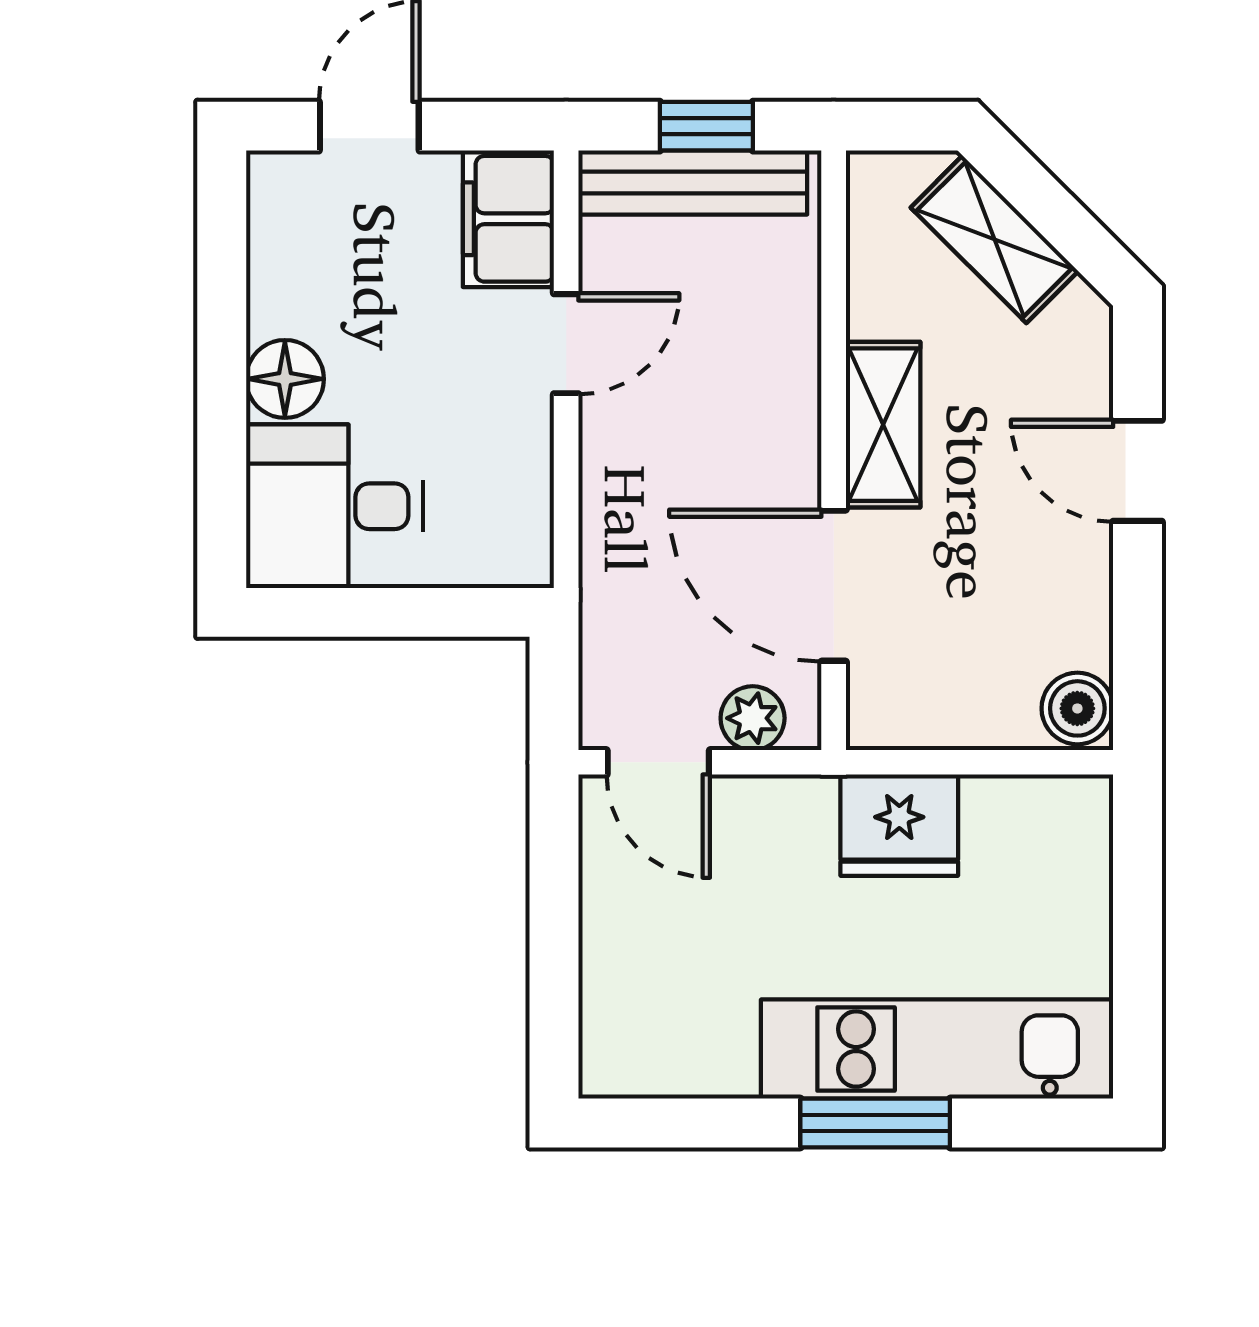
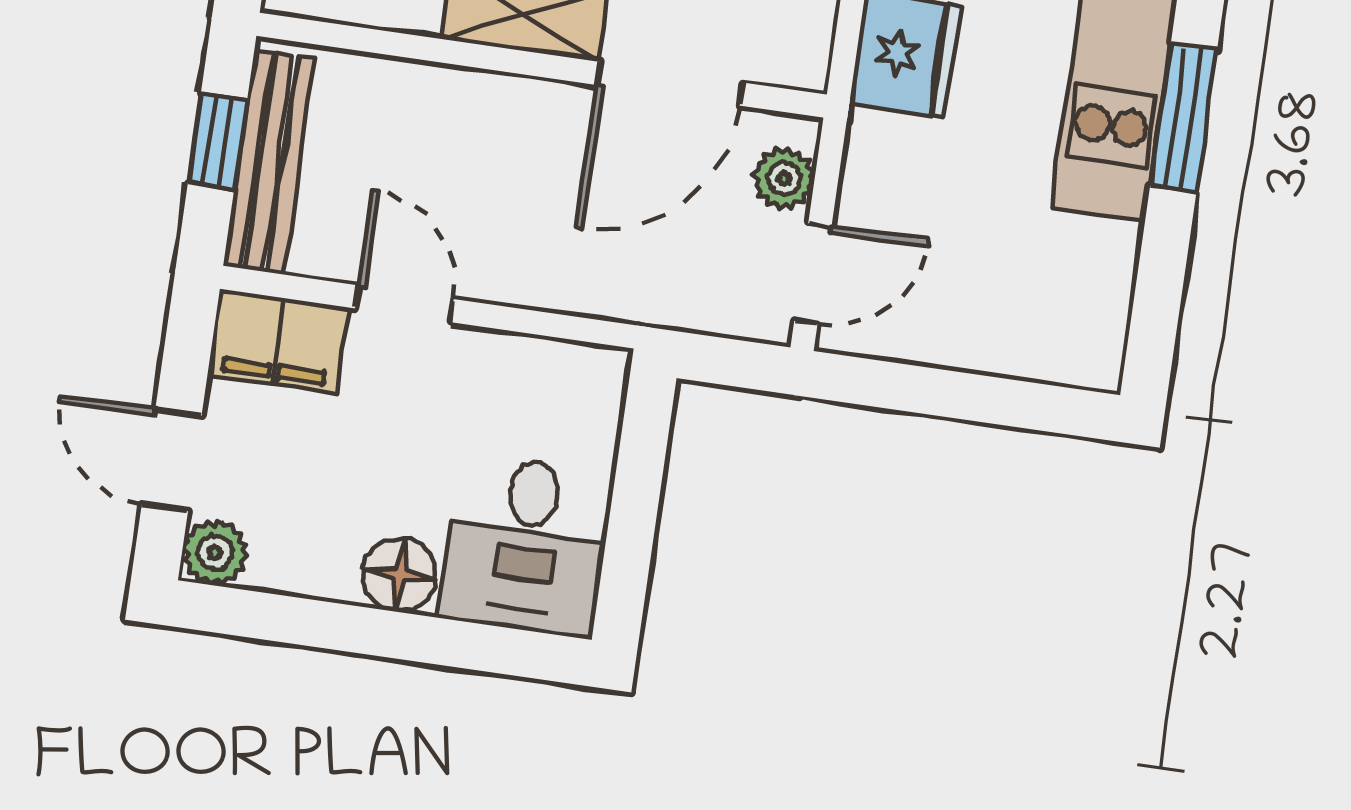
plant: (280, 185) -> (215, 553), added

